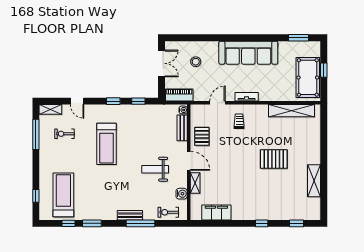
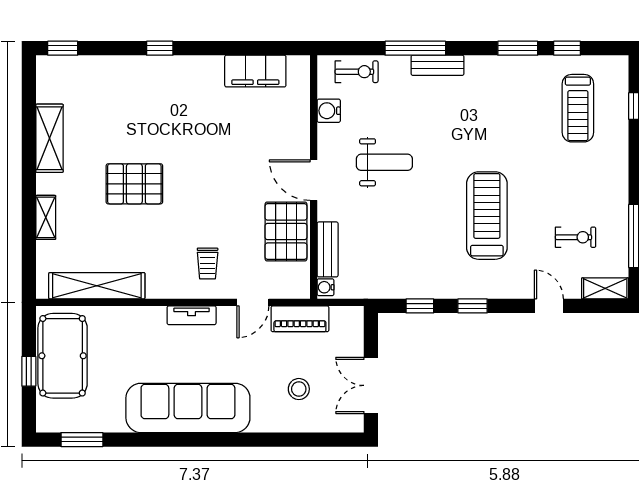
piano: (179, 95) -> (300, 319), moved
pallet: (202, 136) -> (286, 232), width x1.50, depth x1.42
shelving: (195, 183) -> (46, 217), moved
treadmill: (63, 195) -> (578, 108), width x0.73, depth x0.73
window: (296, 223) -> (63, 48), moved

